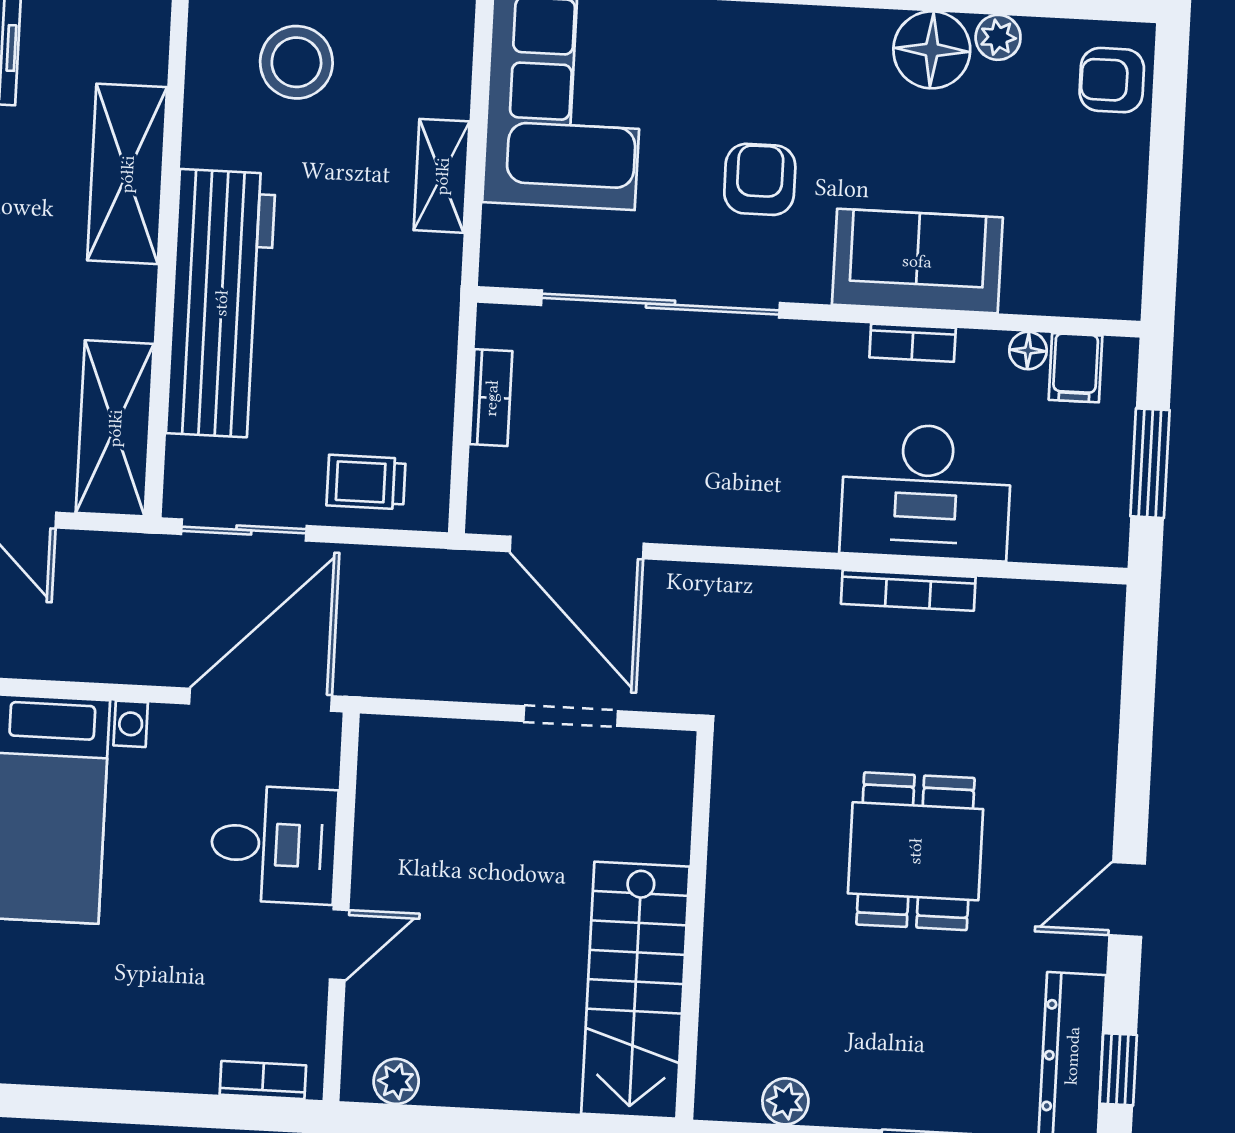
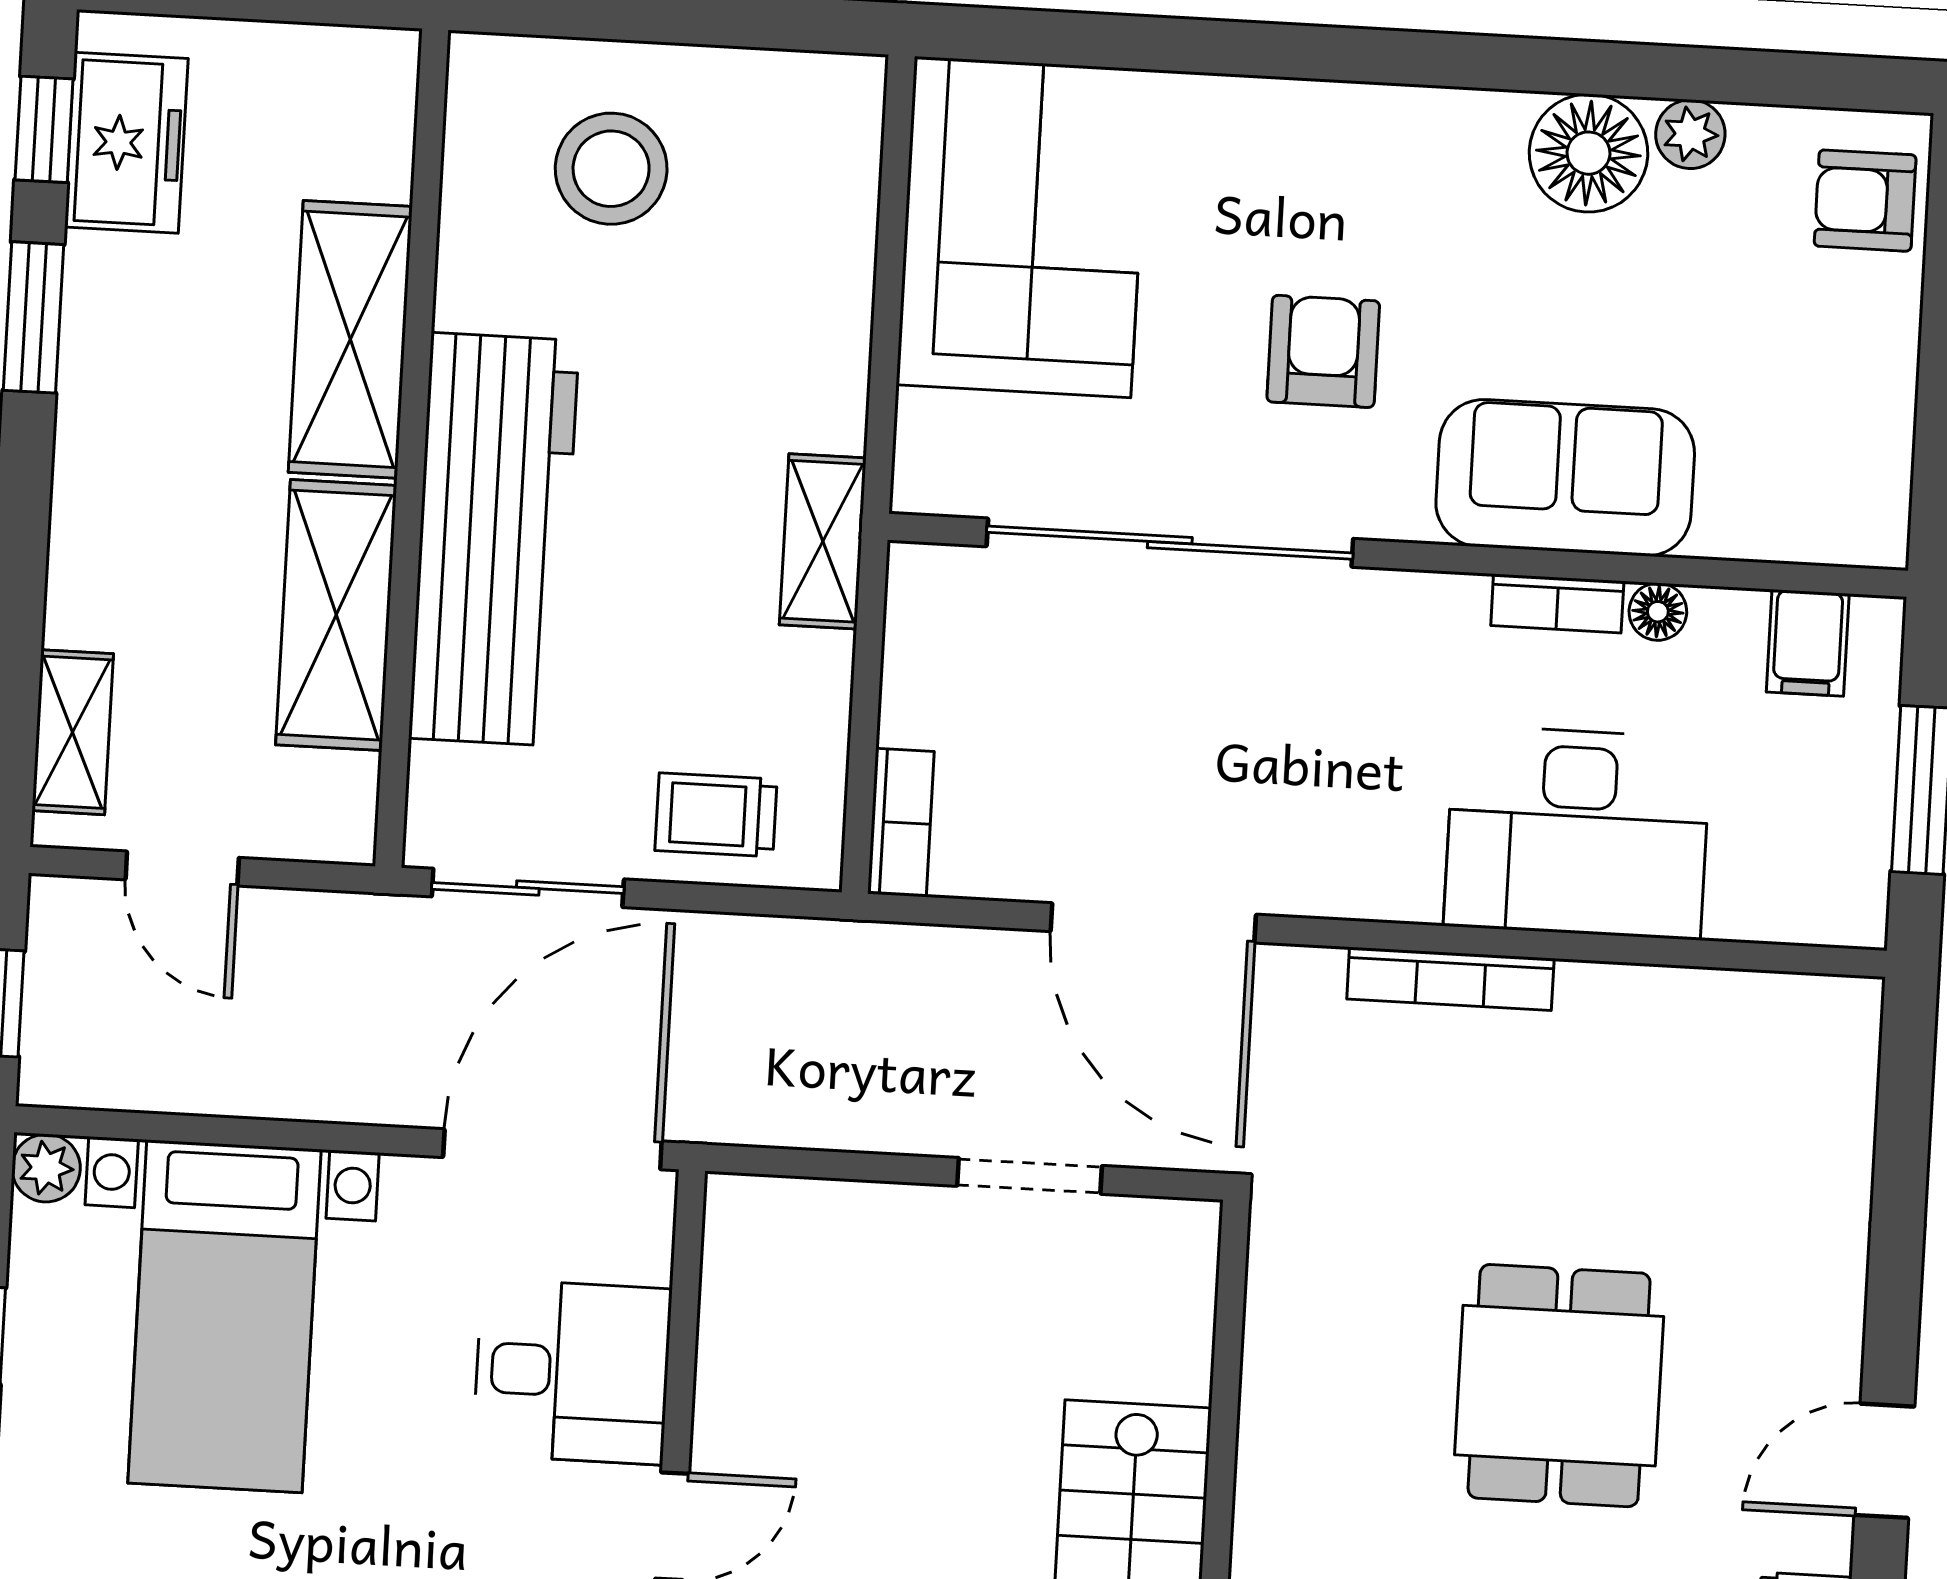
shelving: (442, 176) -> (823, 541), moved
floor lamp: (1028, 350) -> (1658, 612), moved
bookcase: (491, 398) -> (901, 823), moved
shelving: (115, 428) -> (336, 615), moved
door: (577, 547) -> (1153, 923), moved
bookcase: (908, 590) -> (1450, 979), moved

